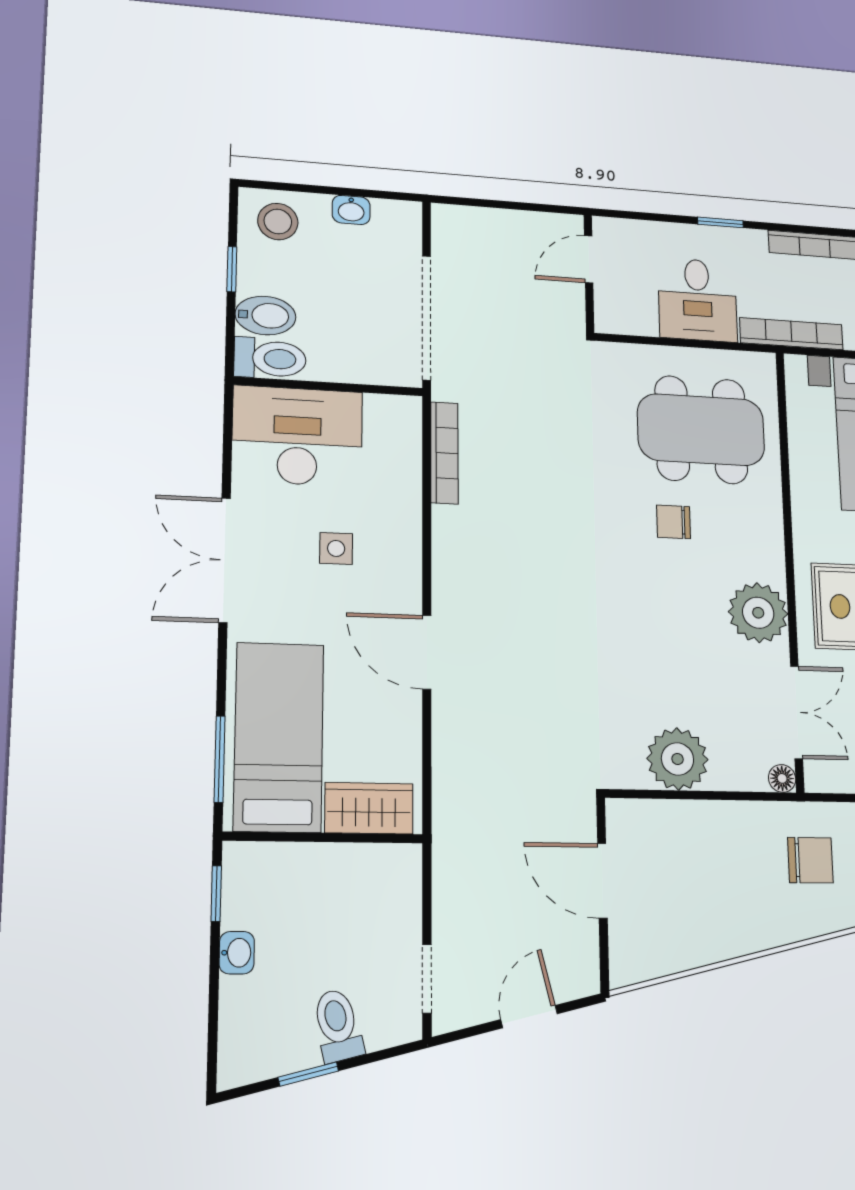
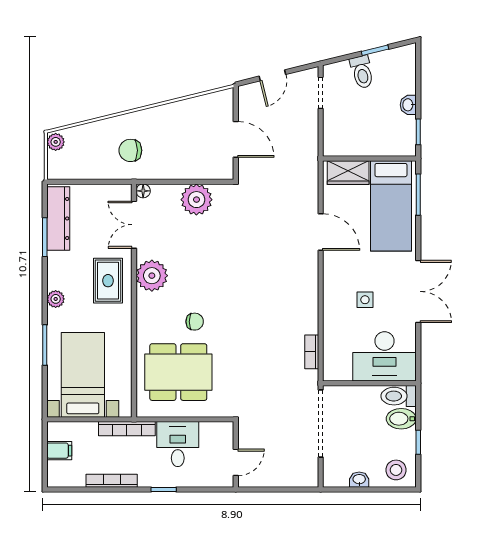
bookcase: (444, 453) -> (312, 352), width x0.64
door: (427, 652) -> (321, 232), moved

